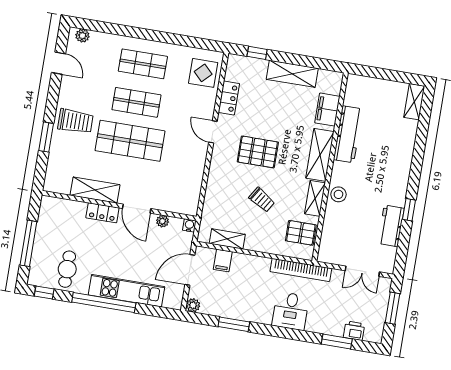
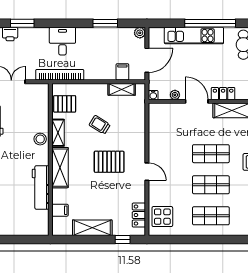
locker: (229, 98) -> (139, 215), moved
filing cabinet: (327, 110) -> (60, 210), width x0.50
shop shelf: (130, 141) -> (211, 154), width x0.70, depth x0.74

